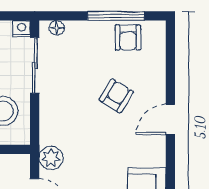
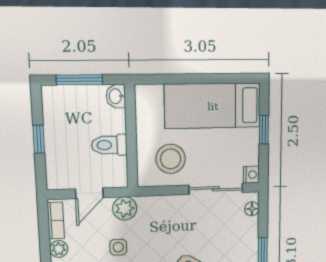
side table: (90, 166) -> (118, 247), added

